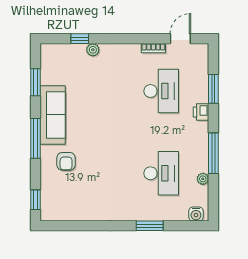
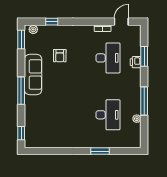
plant: (93, 50) -> (33, 29), moved
window: (36, 82) -> (21, 39), moved
printer: (201, 112) -> (136, 62), moved
armchair: (66, 161) -> (60, 56), moved
water cooler: (196, 214) -> (132, 143), removed

